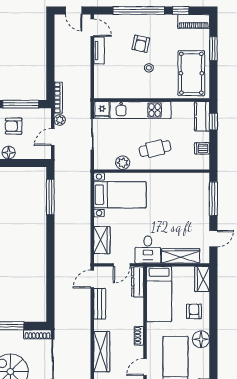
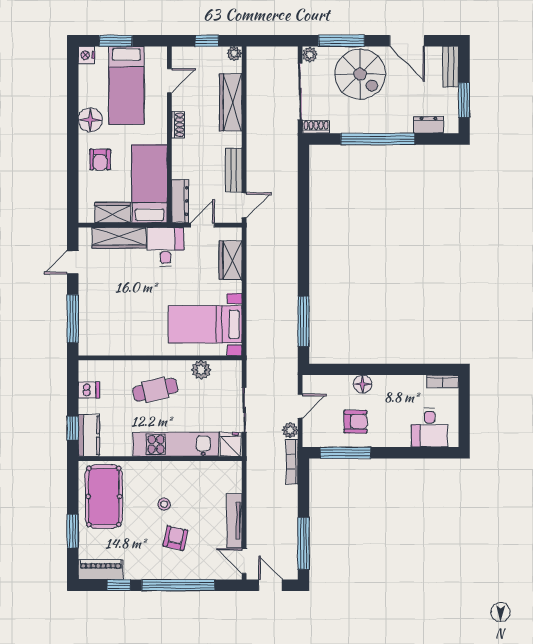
window: (50, 40) -> (304, 543), added
tv unit: (99, 51) -> (235, 521), width x1.41
wardrobe: (202, 279) -> (113, 213), moved, turned -90
shoe rack: (37, 334) -> (316, 127), width x0.70

